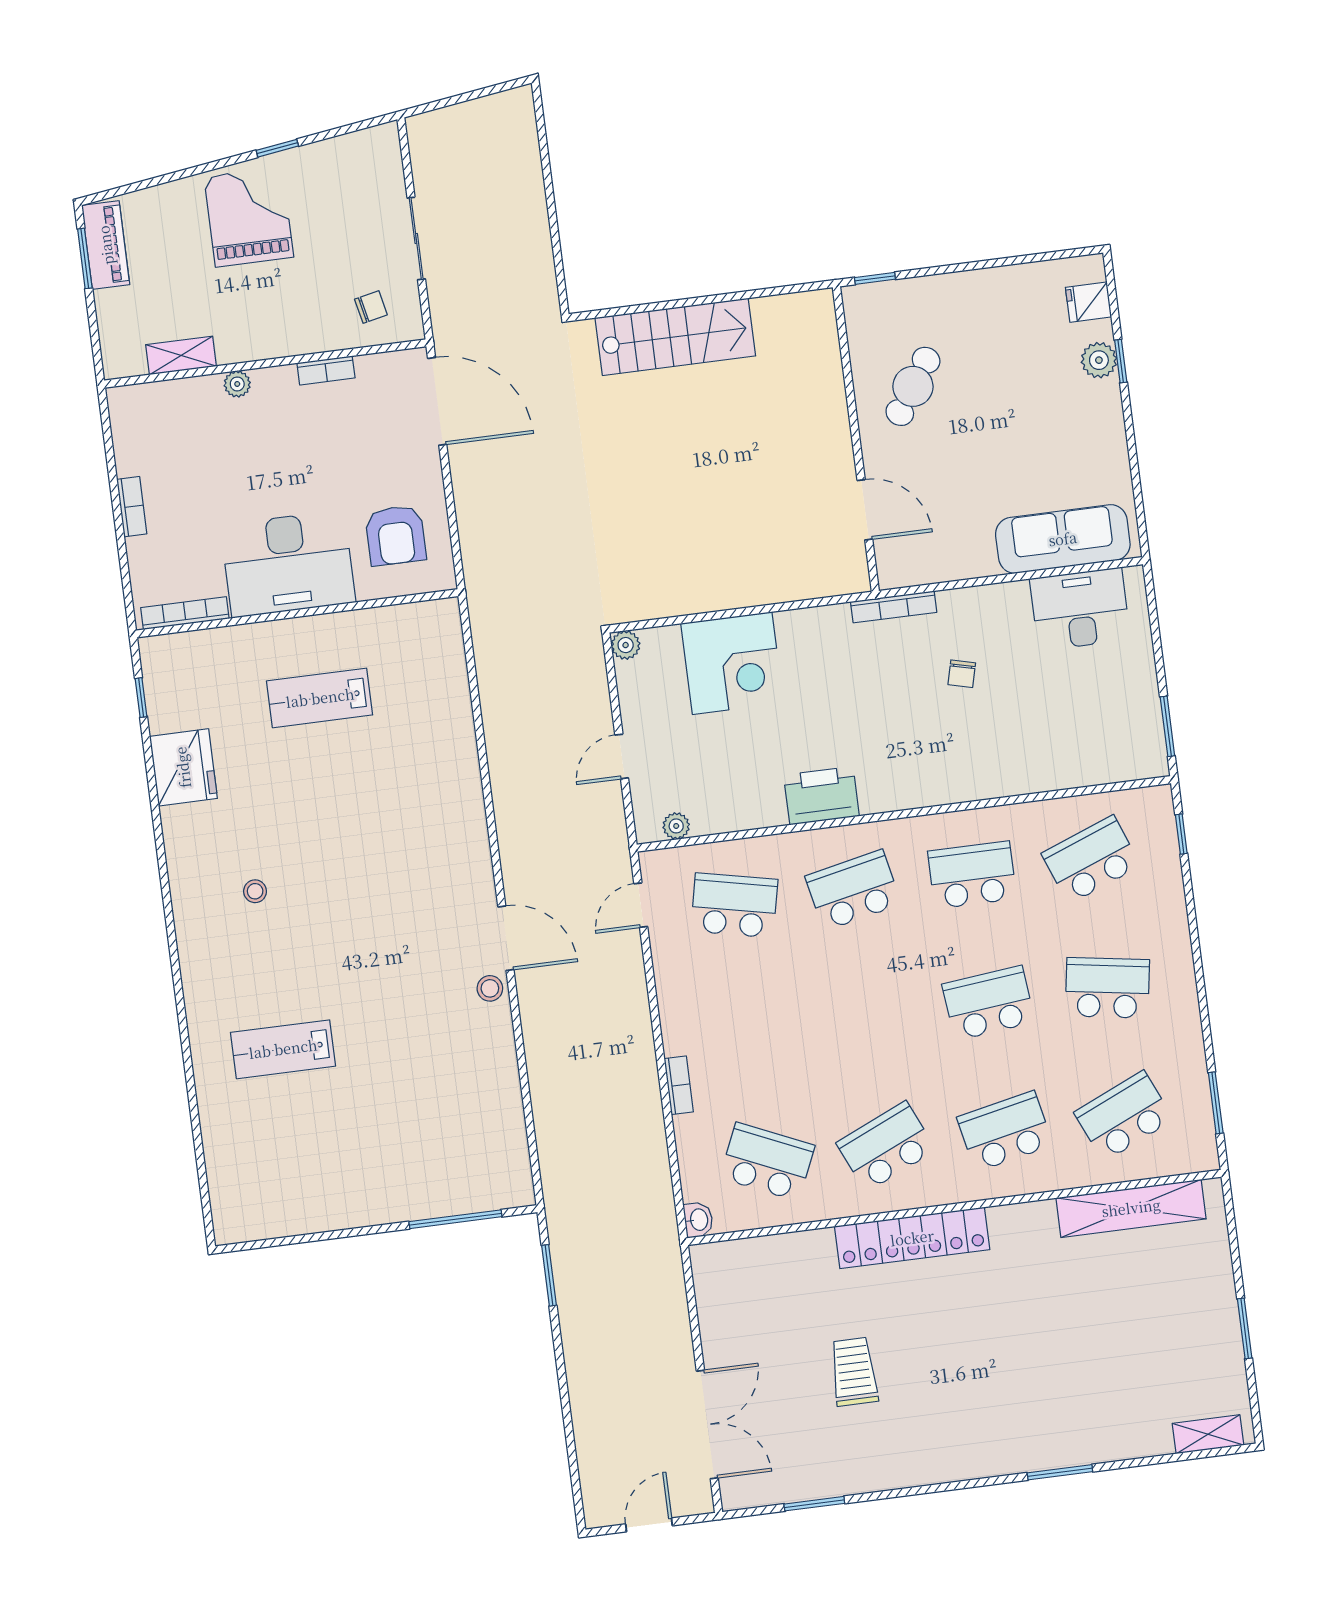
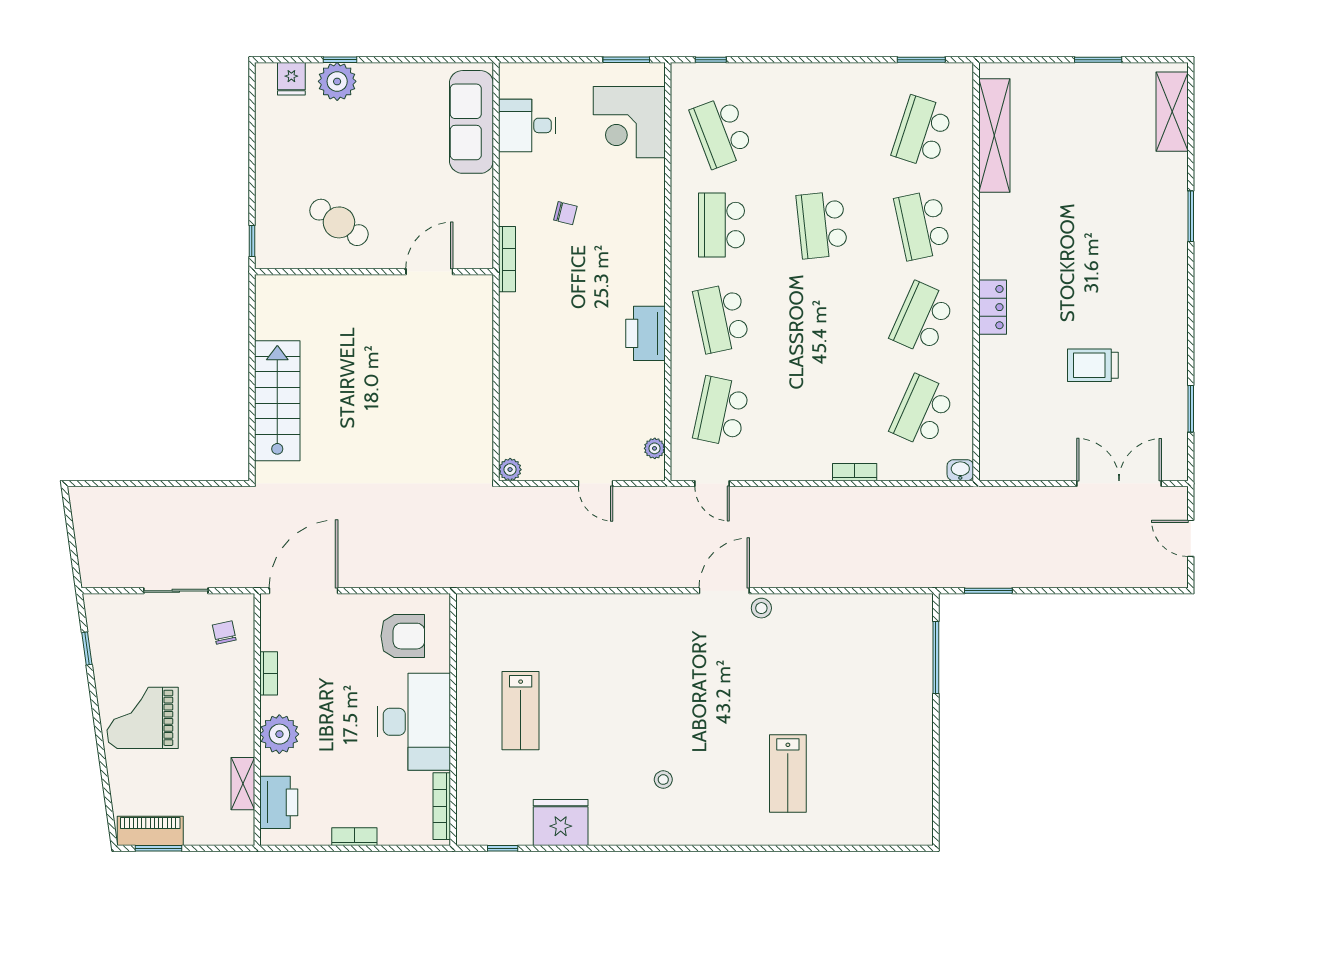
window: (277, 148) -> (87, 648), moved
plant: (1099, 360) -> (337, 81), width x1.36, depth x1.36
plant: (237, 384) -> (279, 734), width x1.88, depth x1.88
printer: (163, 404) -> (279, 802), added
desk: (1080, 609) -> (527, 125), width x0.73
corner desk: (732, 663) -> (629, 122), moved, turned 180
school desk: (1107, 988) -> (822, 132), removed
school desk: (1124, 1116) -> (922, 132), turned 42
school desk: (886, 1146) -> (922, 318), turned 48
locker: (912, 1238) -> (993, 307), width x0.46, depth x0.83
shelving: (1208, 1434) -> (1172, 112), width x1.50, depth x1.33

